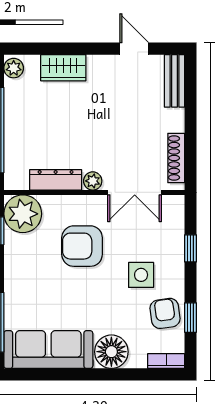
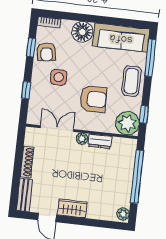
wardrobe: (63, 68) -> (72, 208), moved
shoe rack: (176, 158) -> (27, 162), moved
dresser: (56, 180) -> (100, 141), width x0.70
coffee table: (24, 282) -> (131, 81), added

